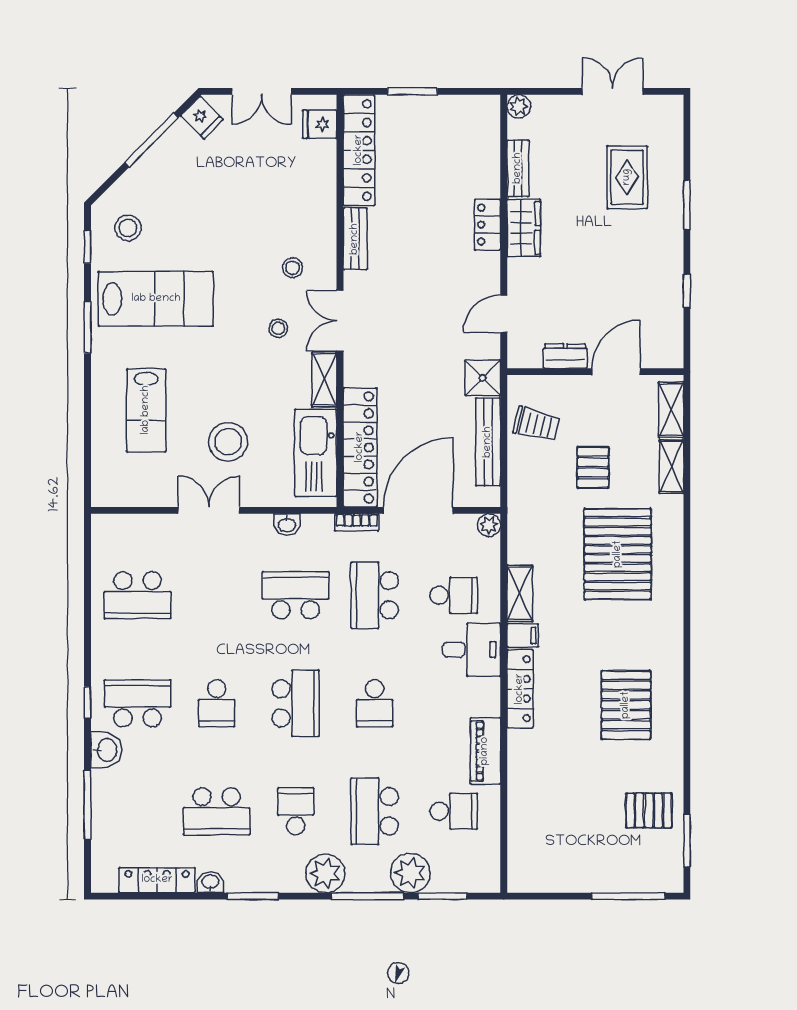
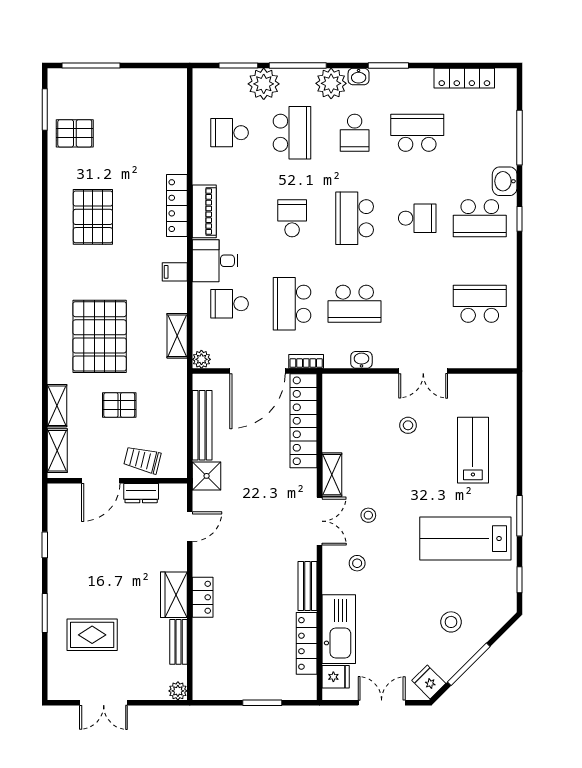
locker: (359, 150) -> (307, 643), width x0.71, depth x0.83
rug: (627, 177) -> (92, 635), turned 90
stool: (128, 228) -> (451, 622), moved
trolley: (536, 424) -> (142, 460), moved
stool: (228, 442) -> (408, 425), width x0.53, depth x0.53
kitchen sink: (316, 453) -> (339, 629), moved
pallet: (593, 467) -> (119, 405), turned 90
shelving: (520, 593) -> (177, 336), moved
school desk: (375, 595) -> (292, 304), turned 180
locker: (520, 689) -> (177, 206), moved
school desk: (217, 703) -> (417, 218), turned 90
piano: (485, 751) -> (204, 211), moved
washbasin: (210, 882) -> (359, 77), moved

